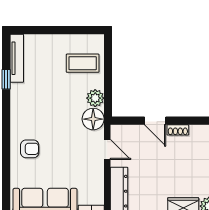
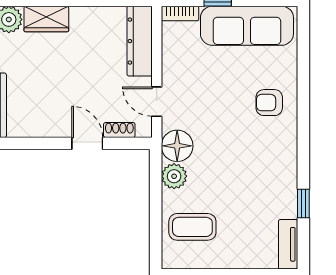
tv unit: (17, 58) -> (288, 244), width x0.71
shoe rack: (178, 130) -> (119, 130), moved

